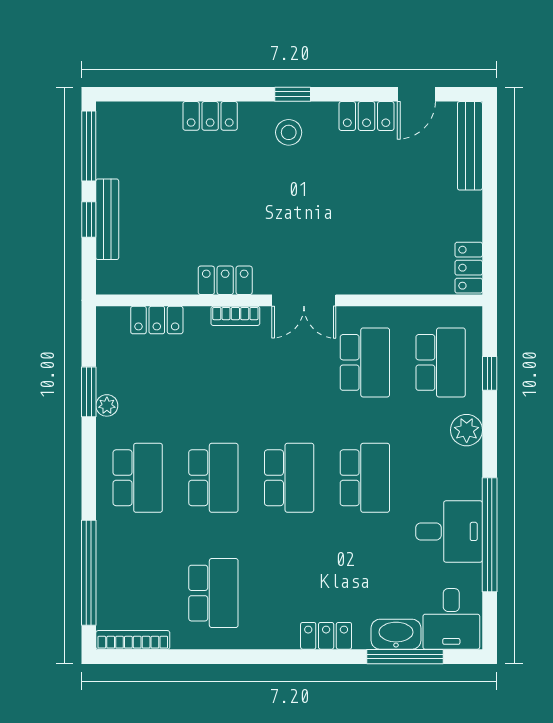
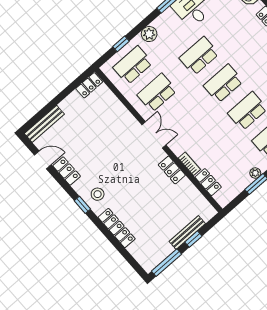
locker: (210, 116) -> (117, 228), width x1.53
bookcase: (235, 316) -> (189, 164), moved

